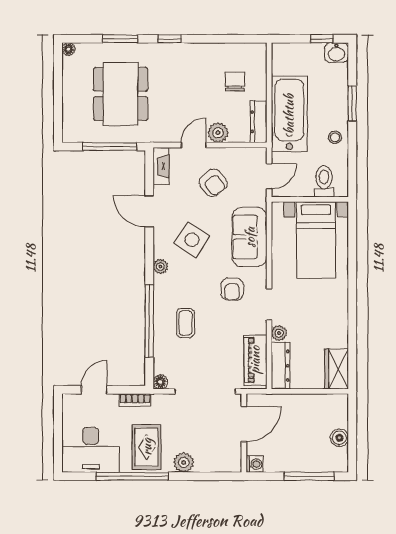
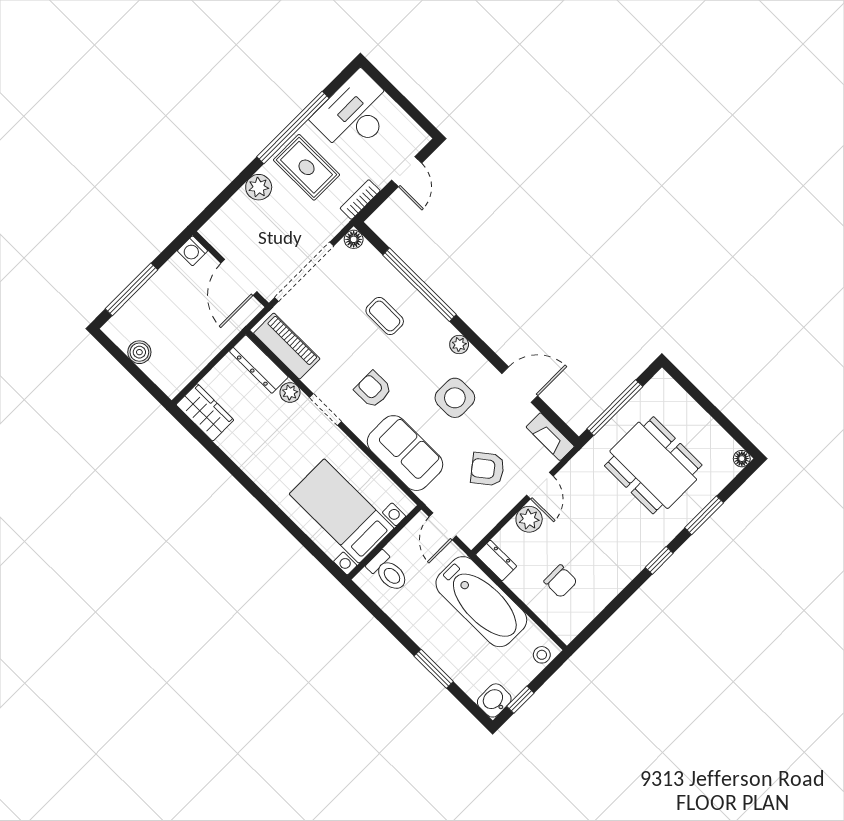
dresser: (259, 122) -> (496, 560), width x0.70
stool: (335, 137) -> (542, 655), moved
side table: (192, 240) -> (455, 398), turned -34

